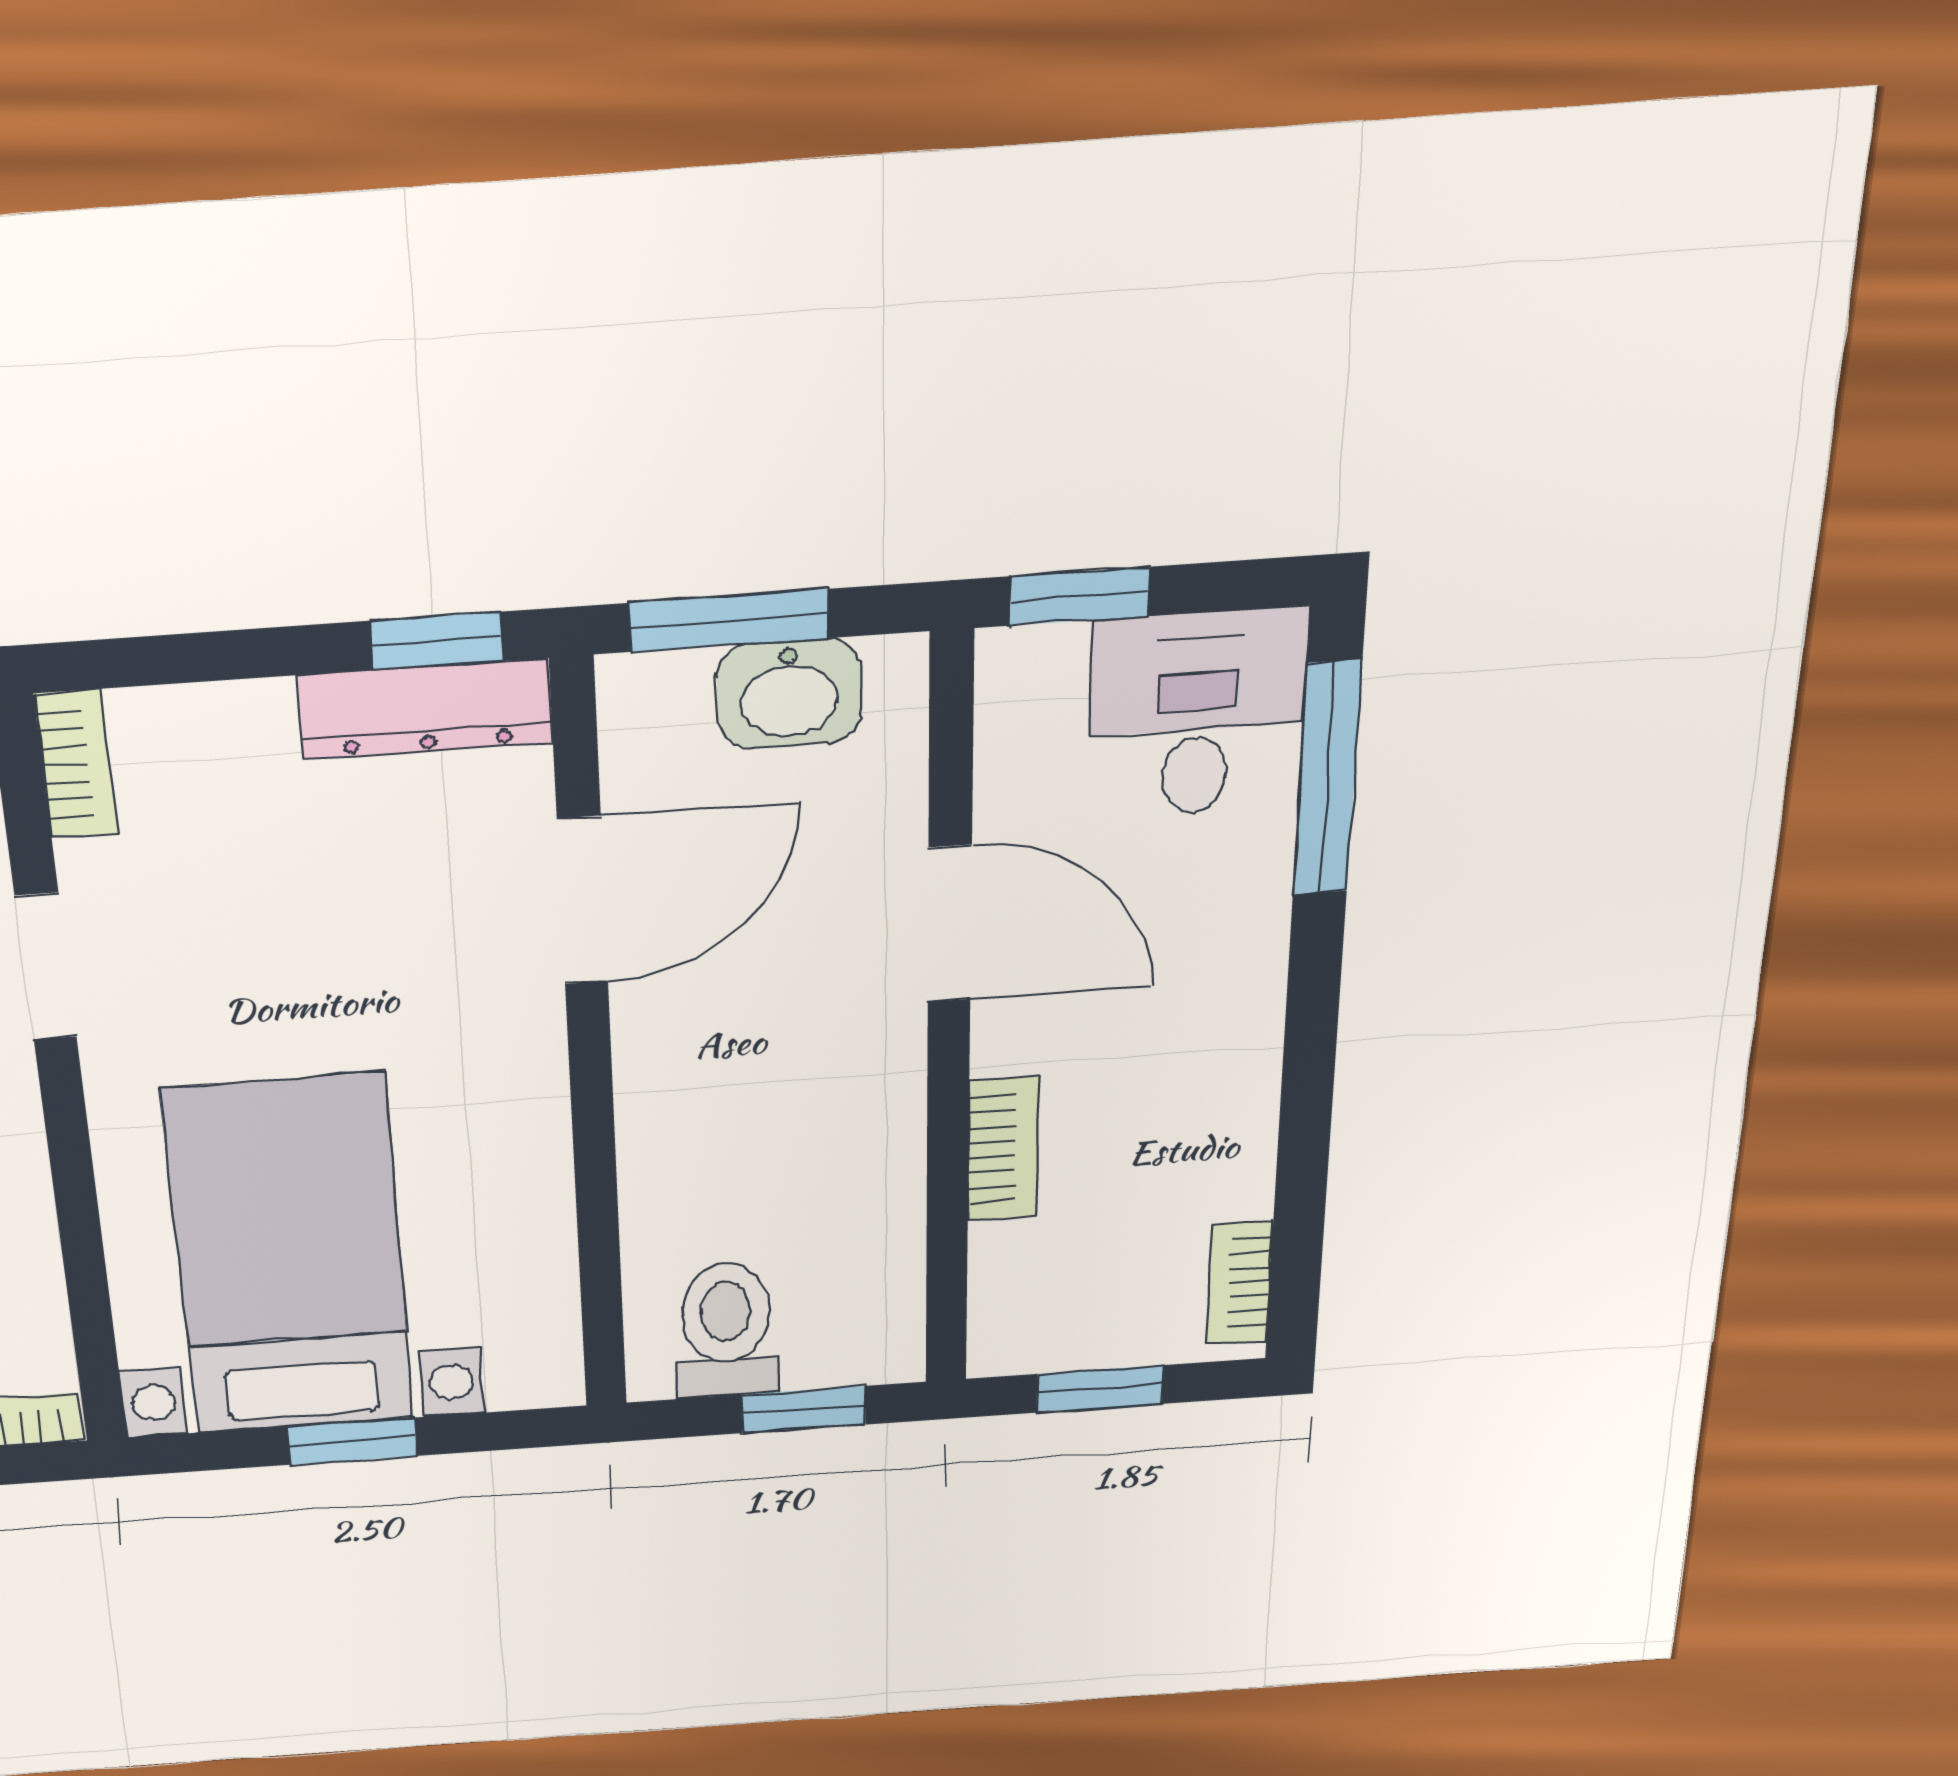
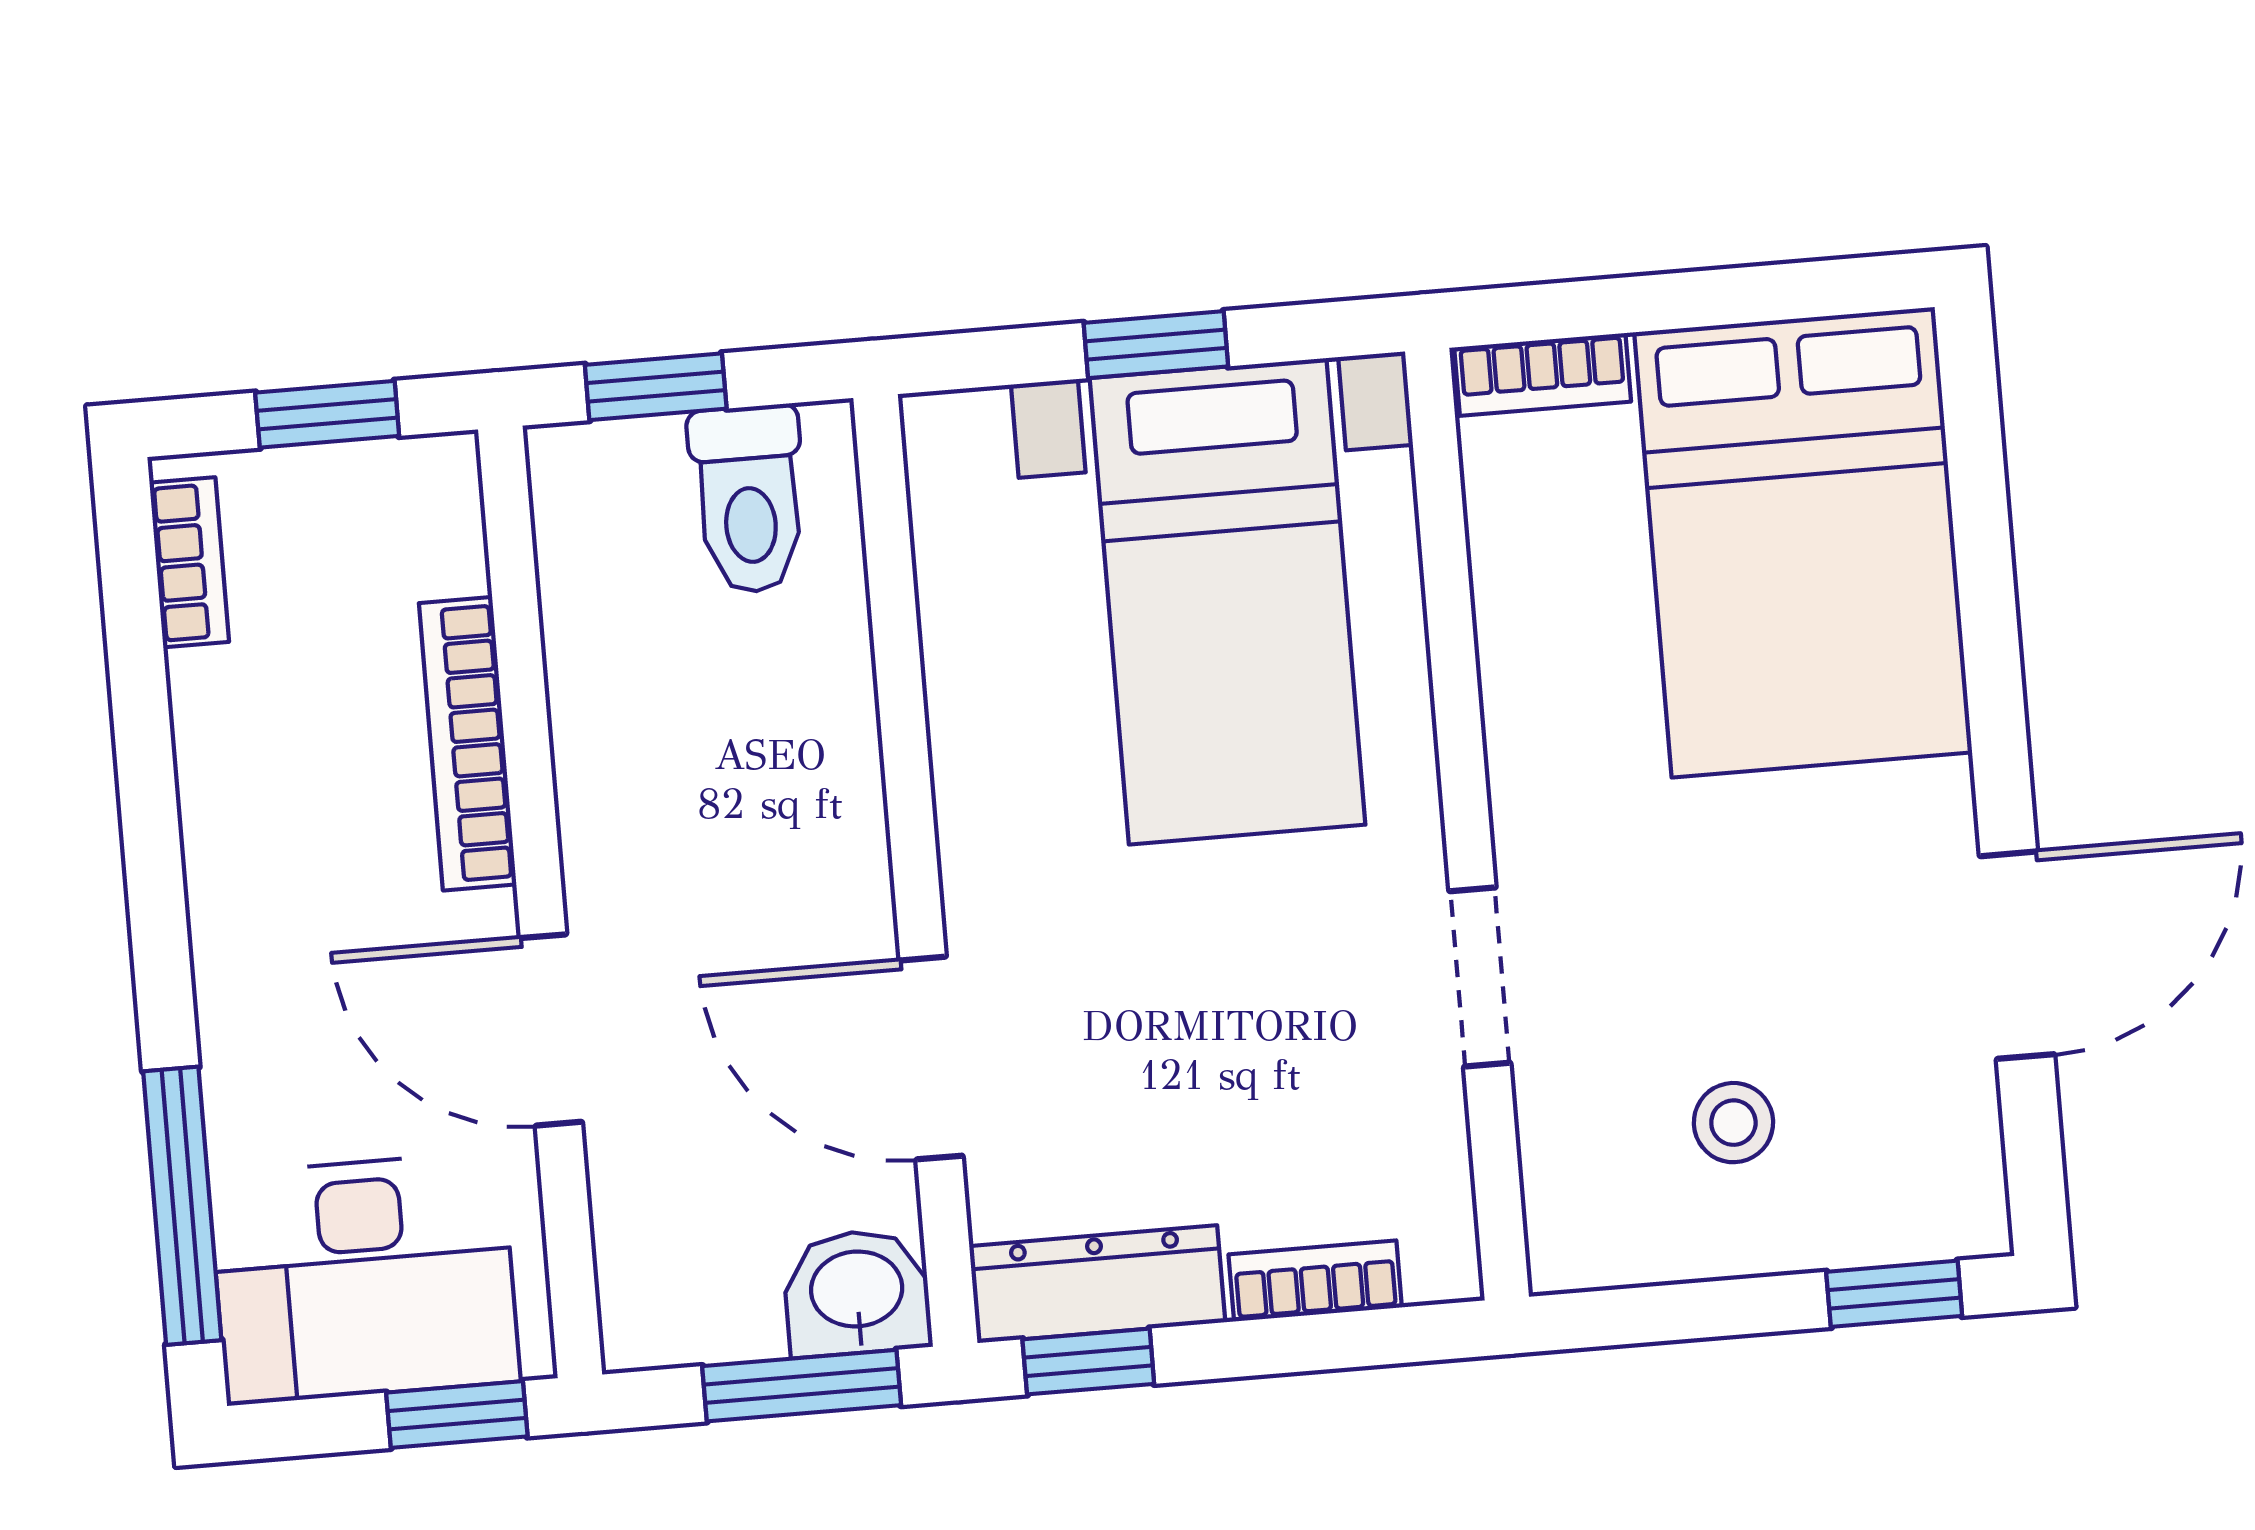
washbasin: (789, 694) -> (857, 1293), moved
desk: (1197, 714) -> (364, 1278), width x1.37
bookcase: (76, 764) -> (1315, 1281), moved, turned 90
door: (583, 901) -> (931, 1058), hinge flipped
bookcase: (1003, 1149) -> (468, 744), width x1.56

